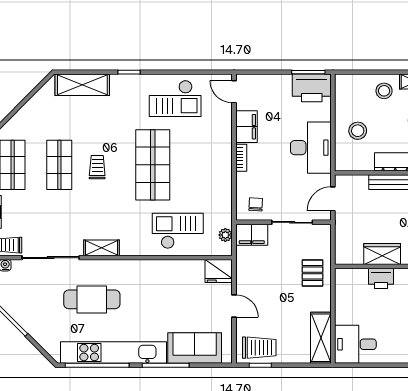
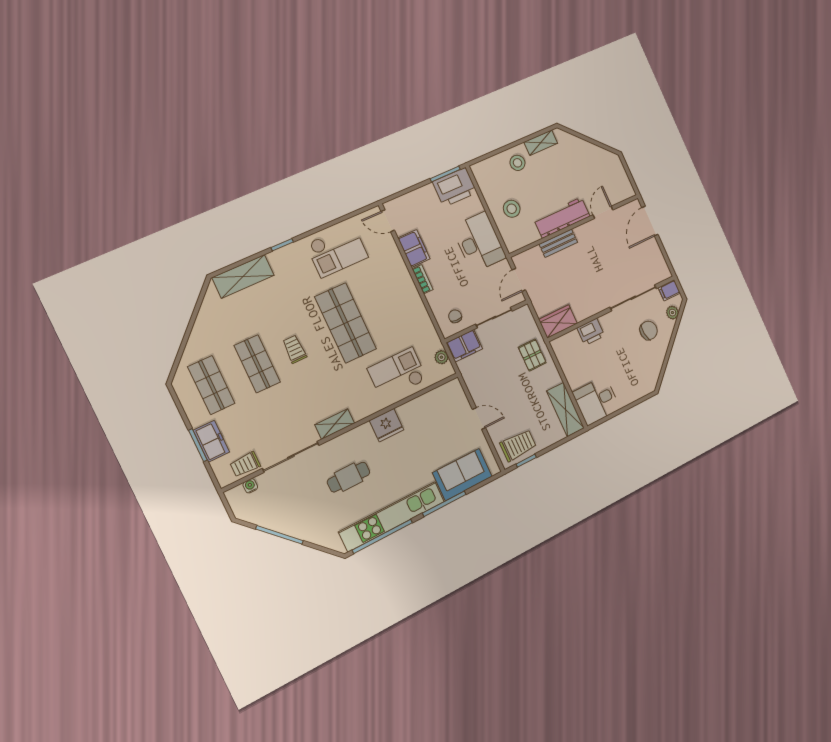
wardrobe: (382, 254) -> (558, 322), moved
fridge: (219, 271) -> (387, 425), moved
cafe table: (92, 299) -> (349, 477), width x0.73, depth x0.74

